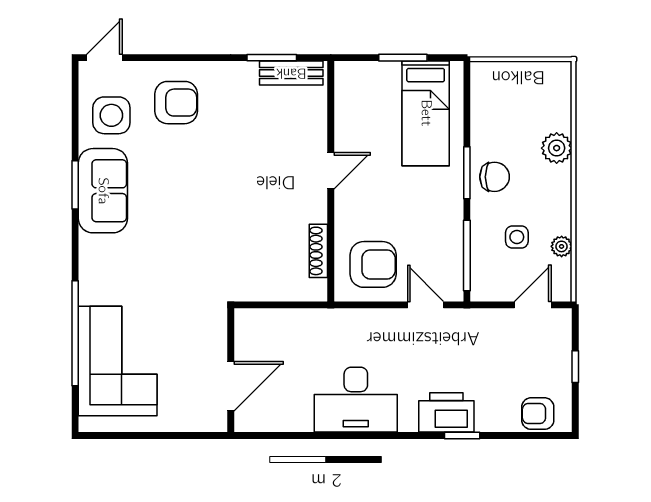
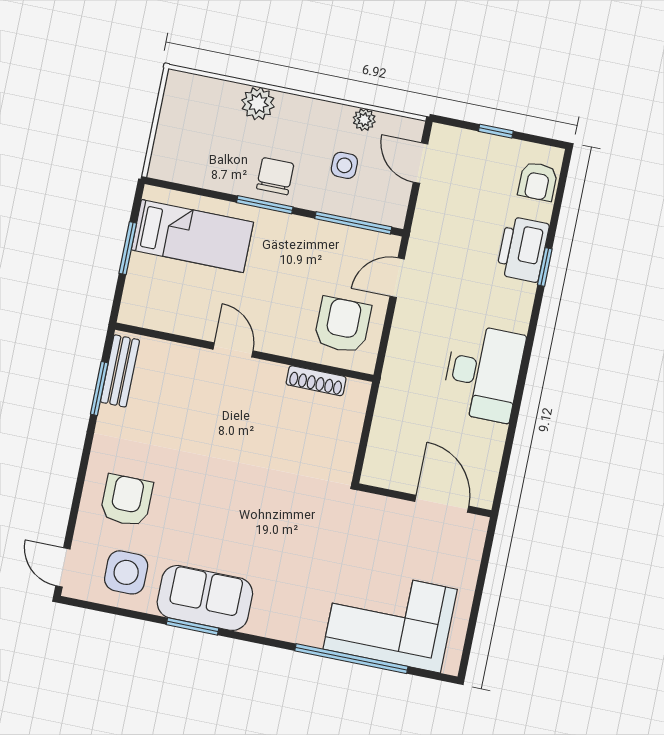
printer: (446, 412) -> (523, 249), moved

